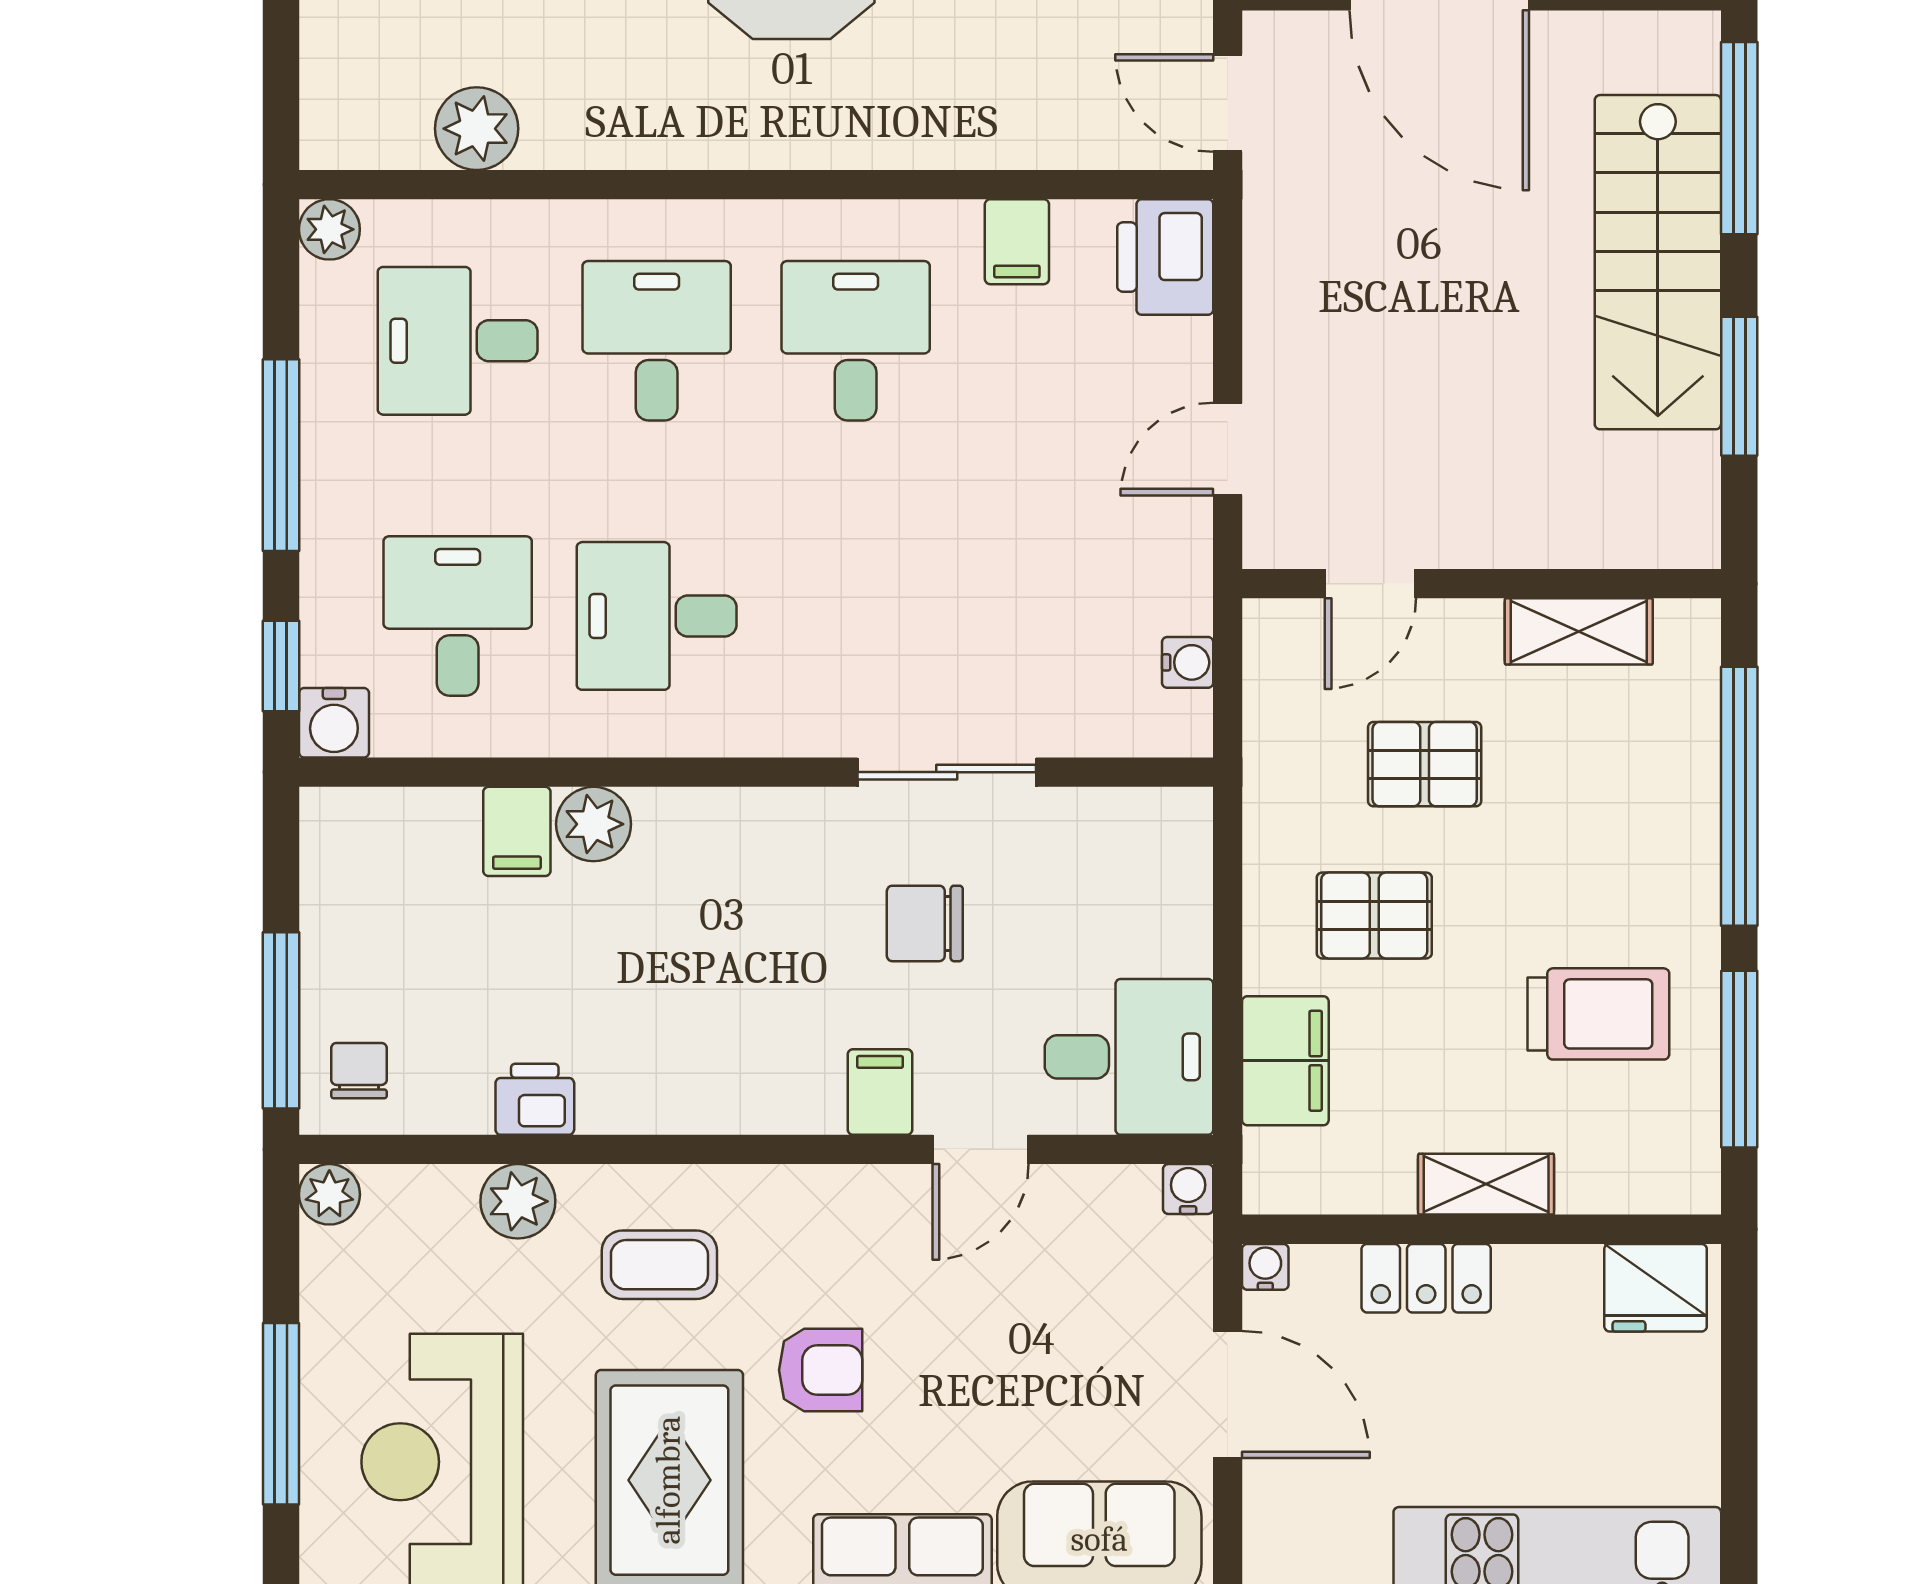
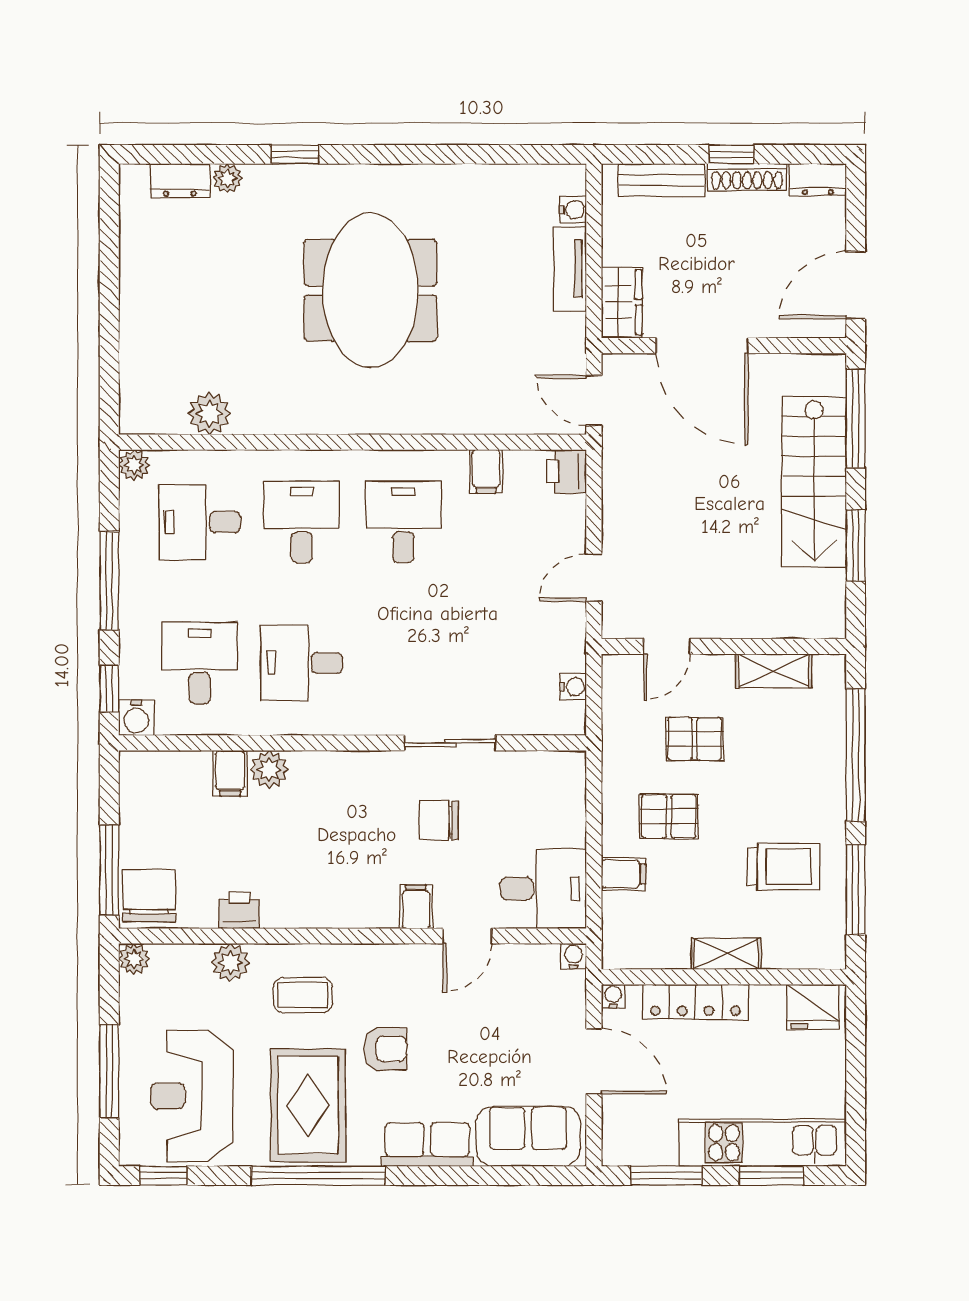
printer: (1165, 257) -> (567, 471), width x0.73, depth x0.81
filing cabinet: (1285, 1061) -> (623, 874), width x0.50
chair: (359, 1071) -> (149, 896), width x1.87, depth x1.87
locker: (1426, 1278) -> (695, 1002), width x1.53

